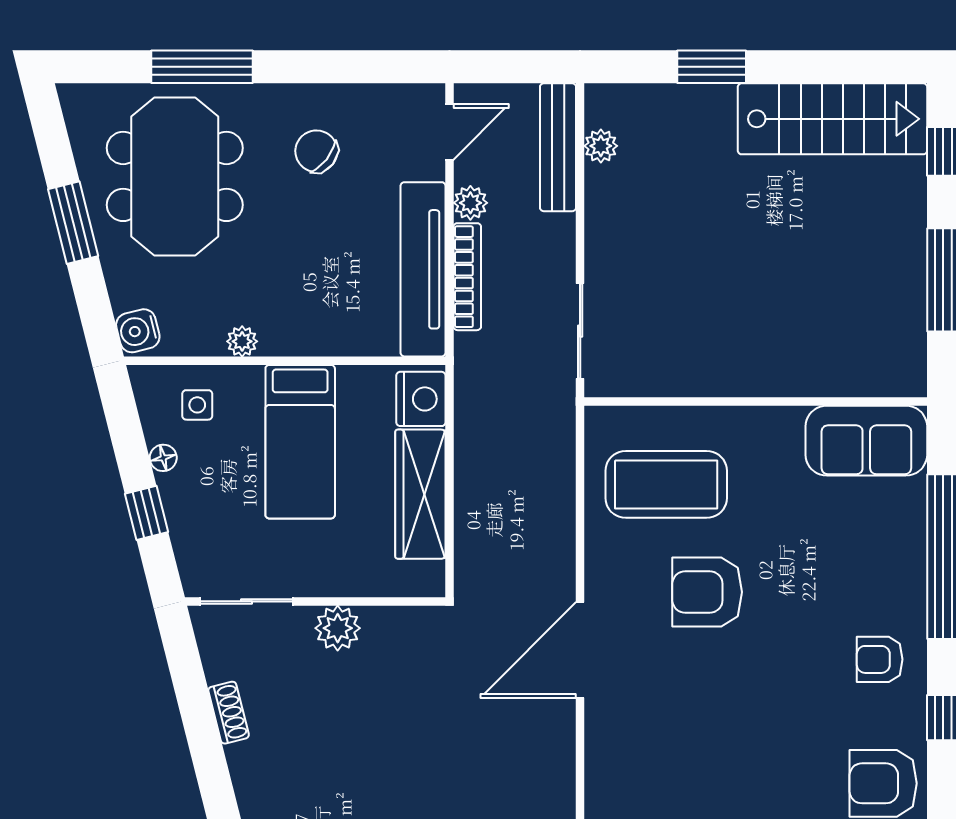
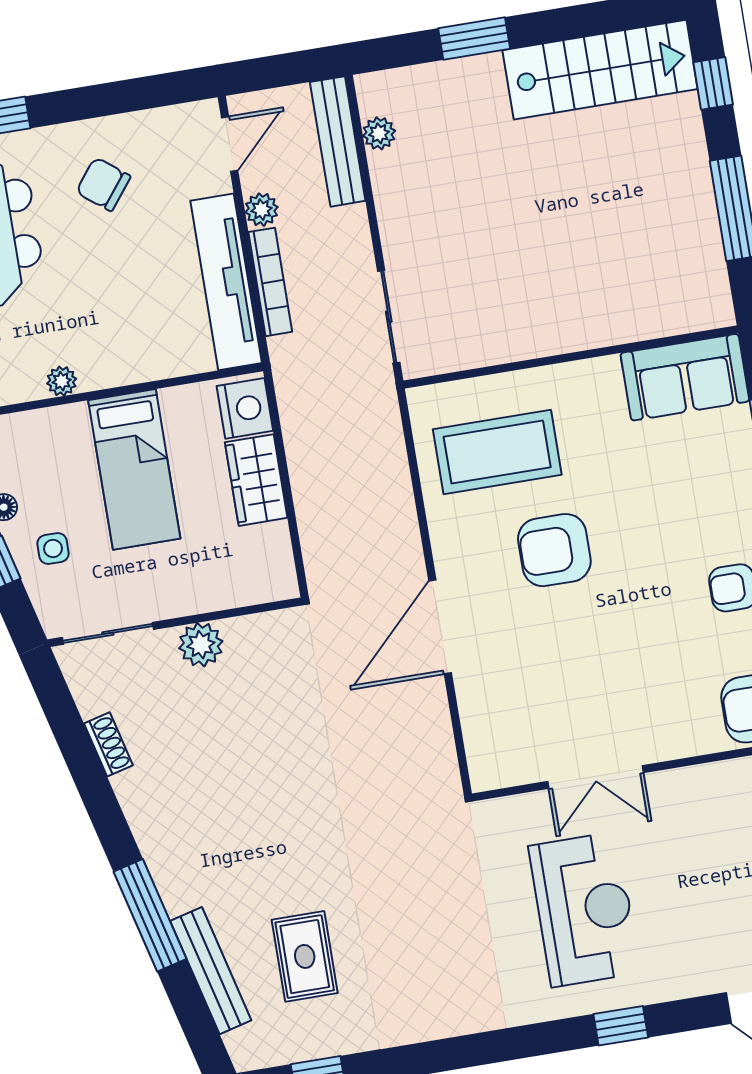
side table: (197, 405) -> (53, 549), moved
wardrobe: (420, 494) -> (256, 480), width x0.67

